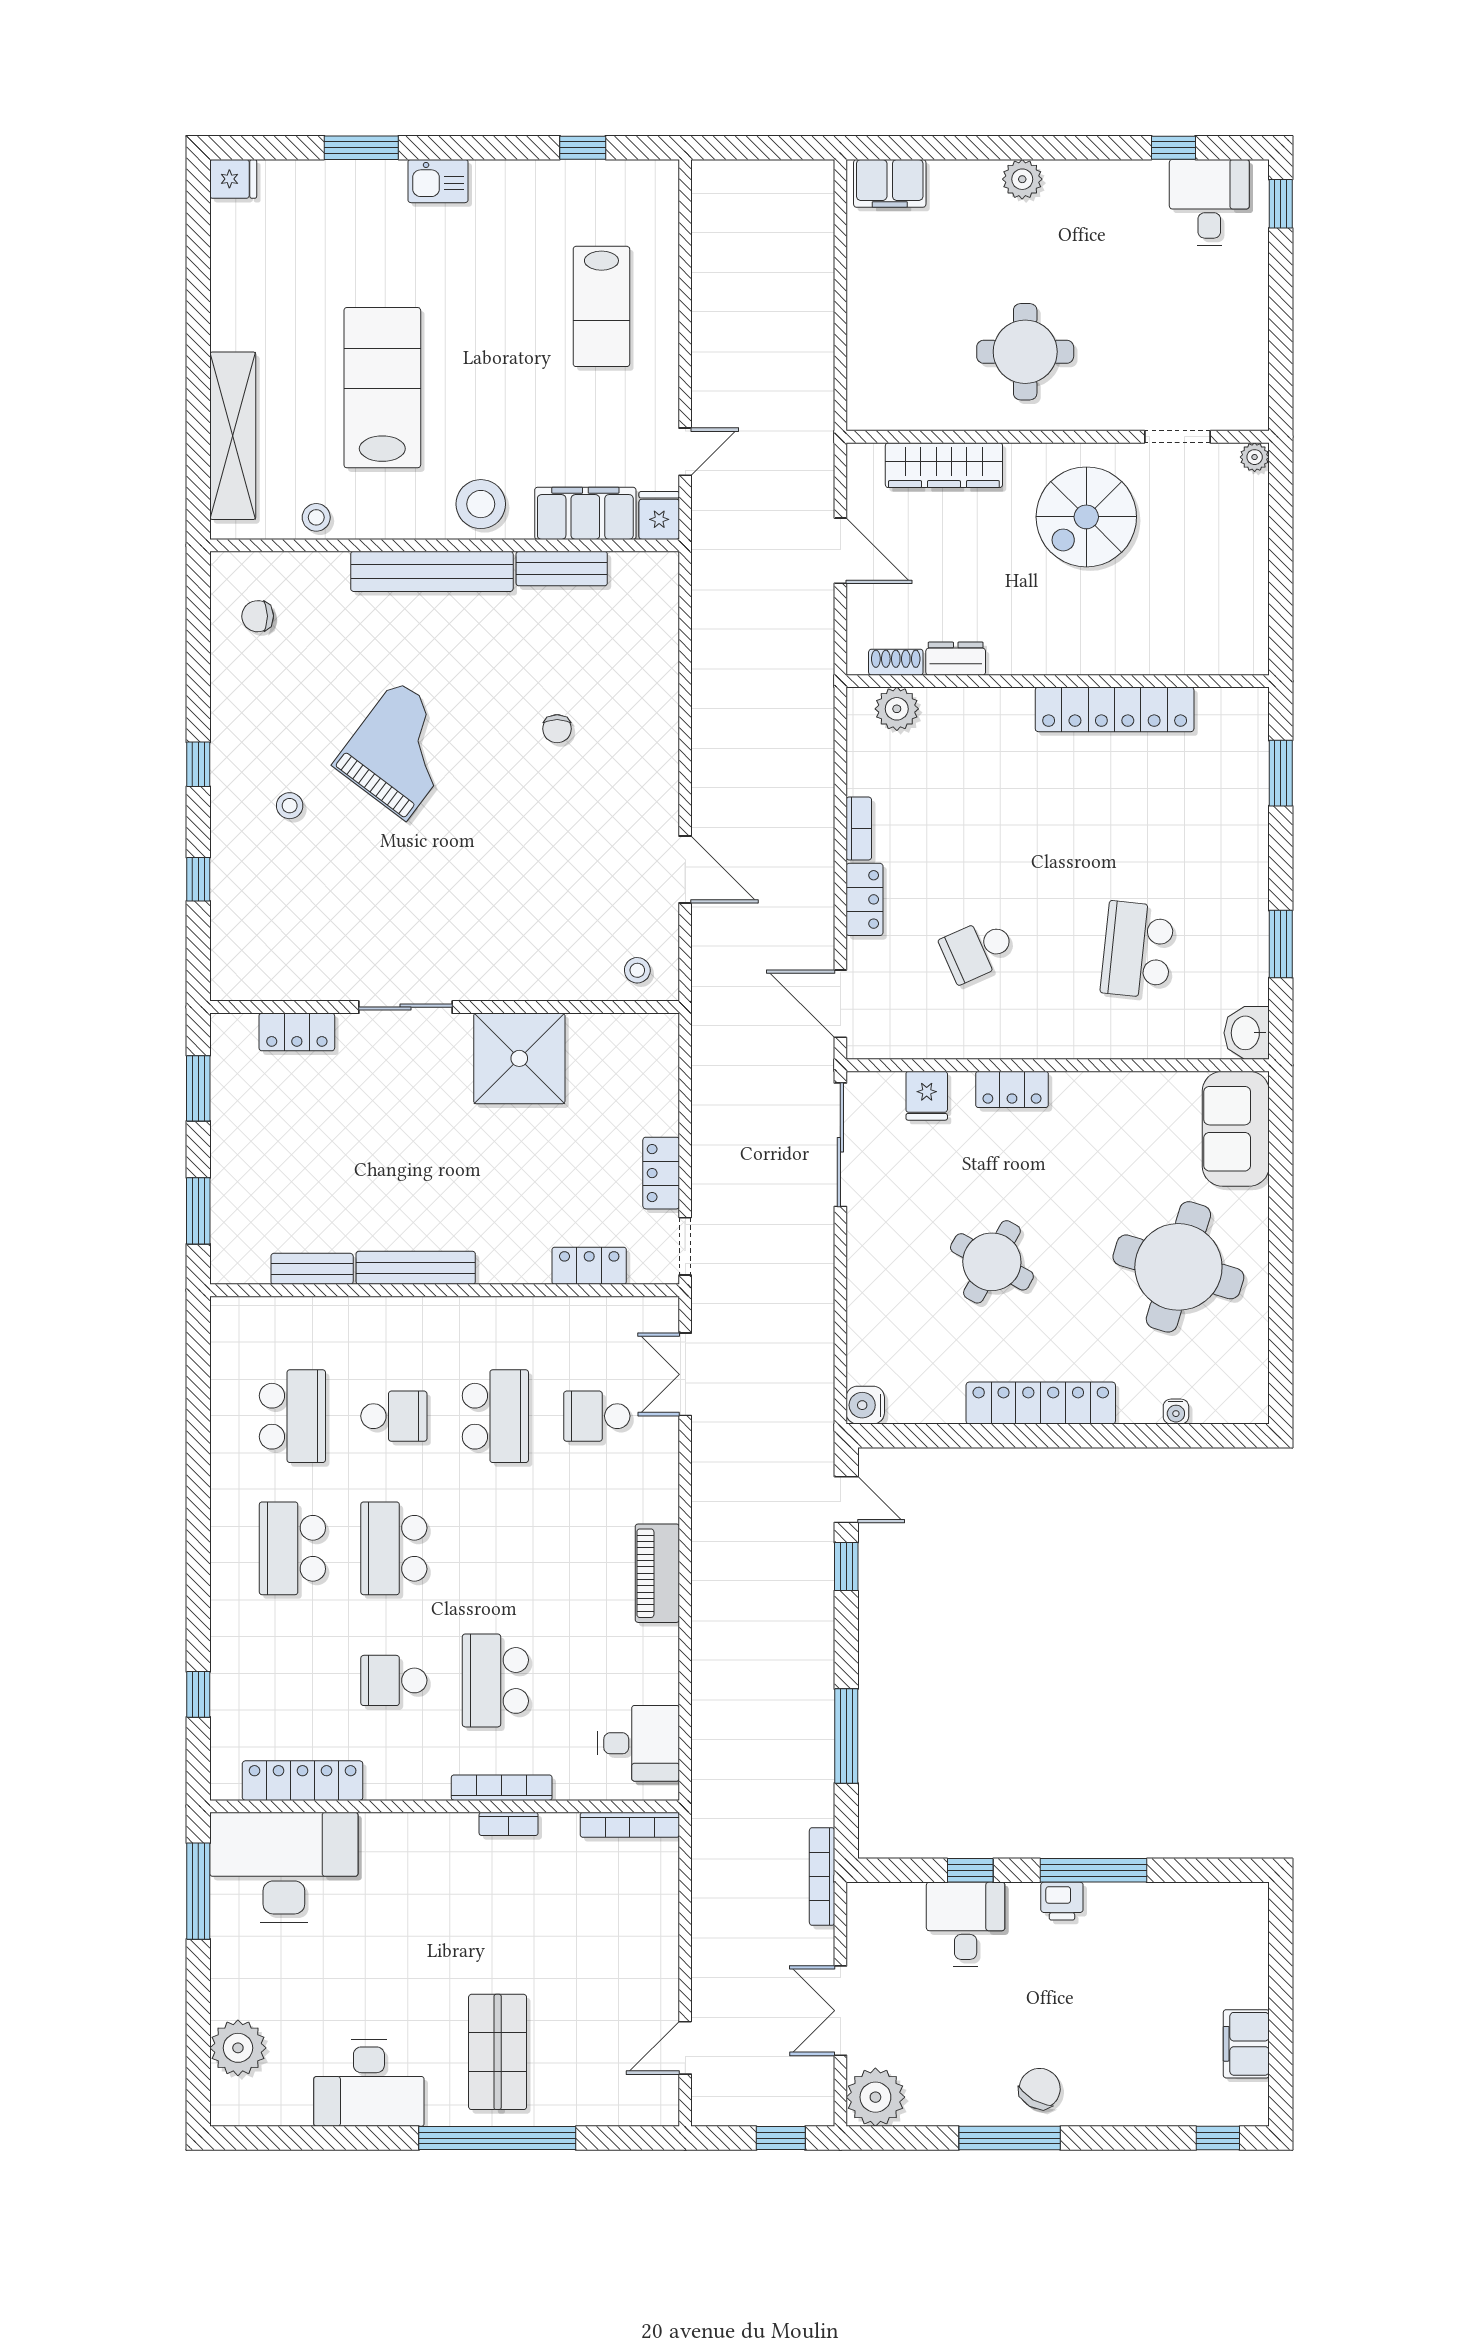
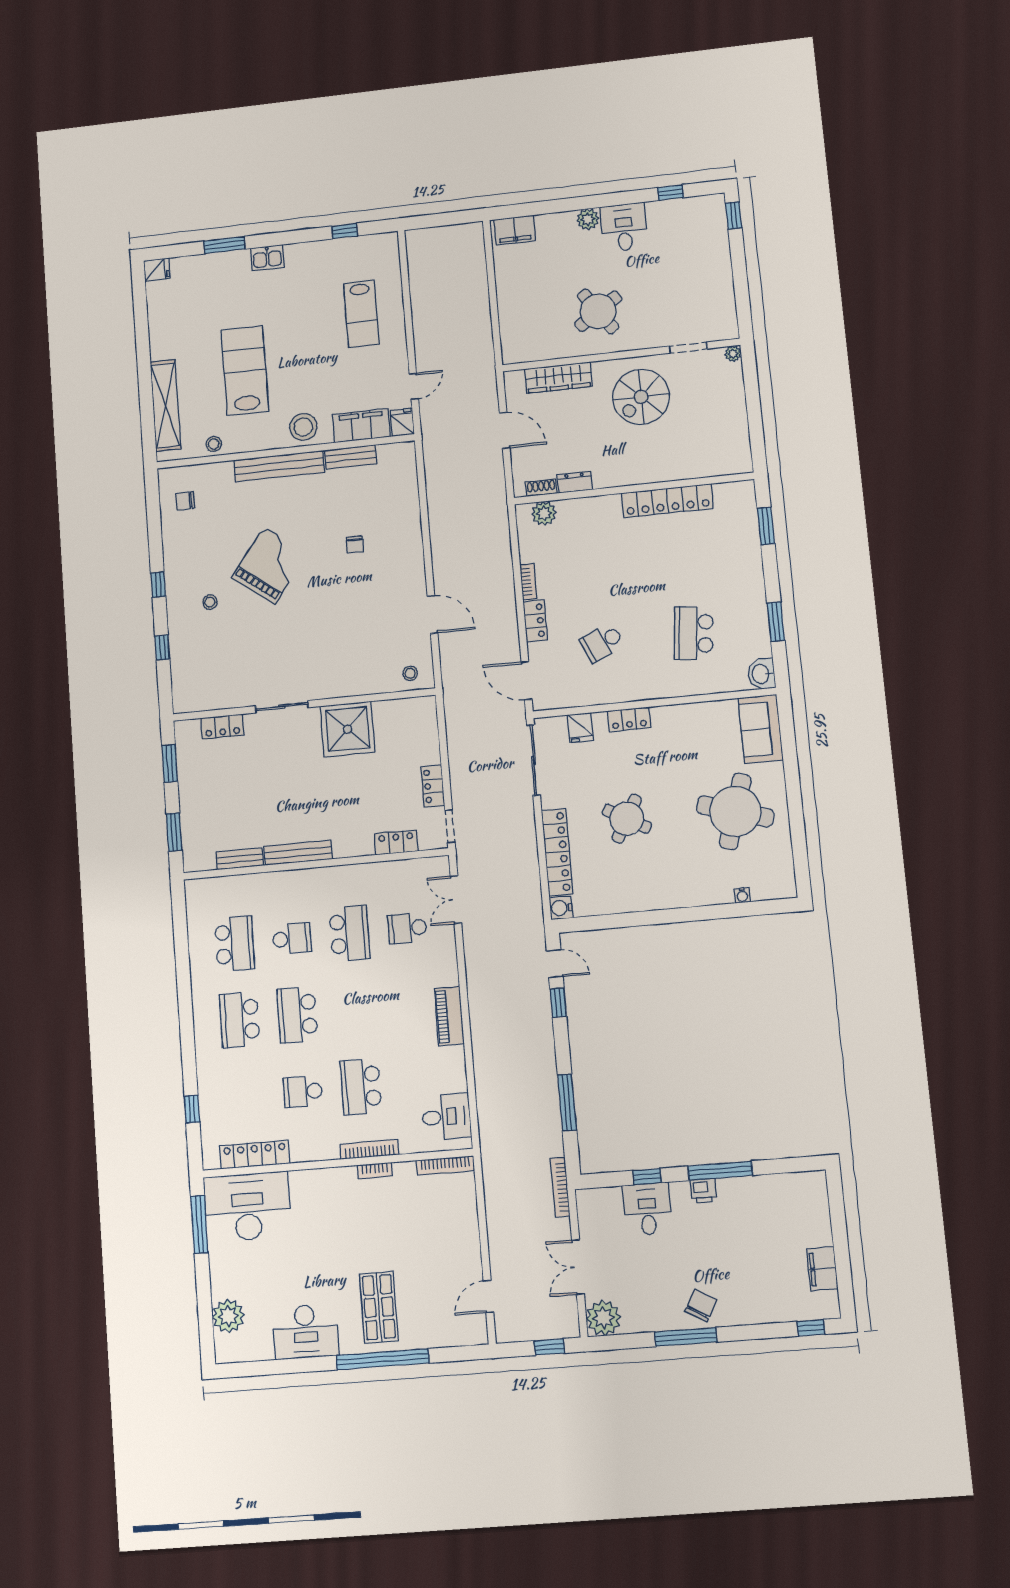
desk: (1209, 202) -> (624, 227), moved
round table: (1025, 352) -> (598, 311), turned -34
locker: (1041, 1403) -> (557, 852), moved, turned 90

